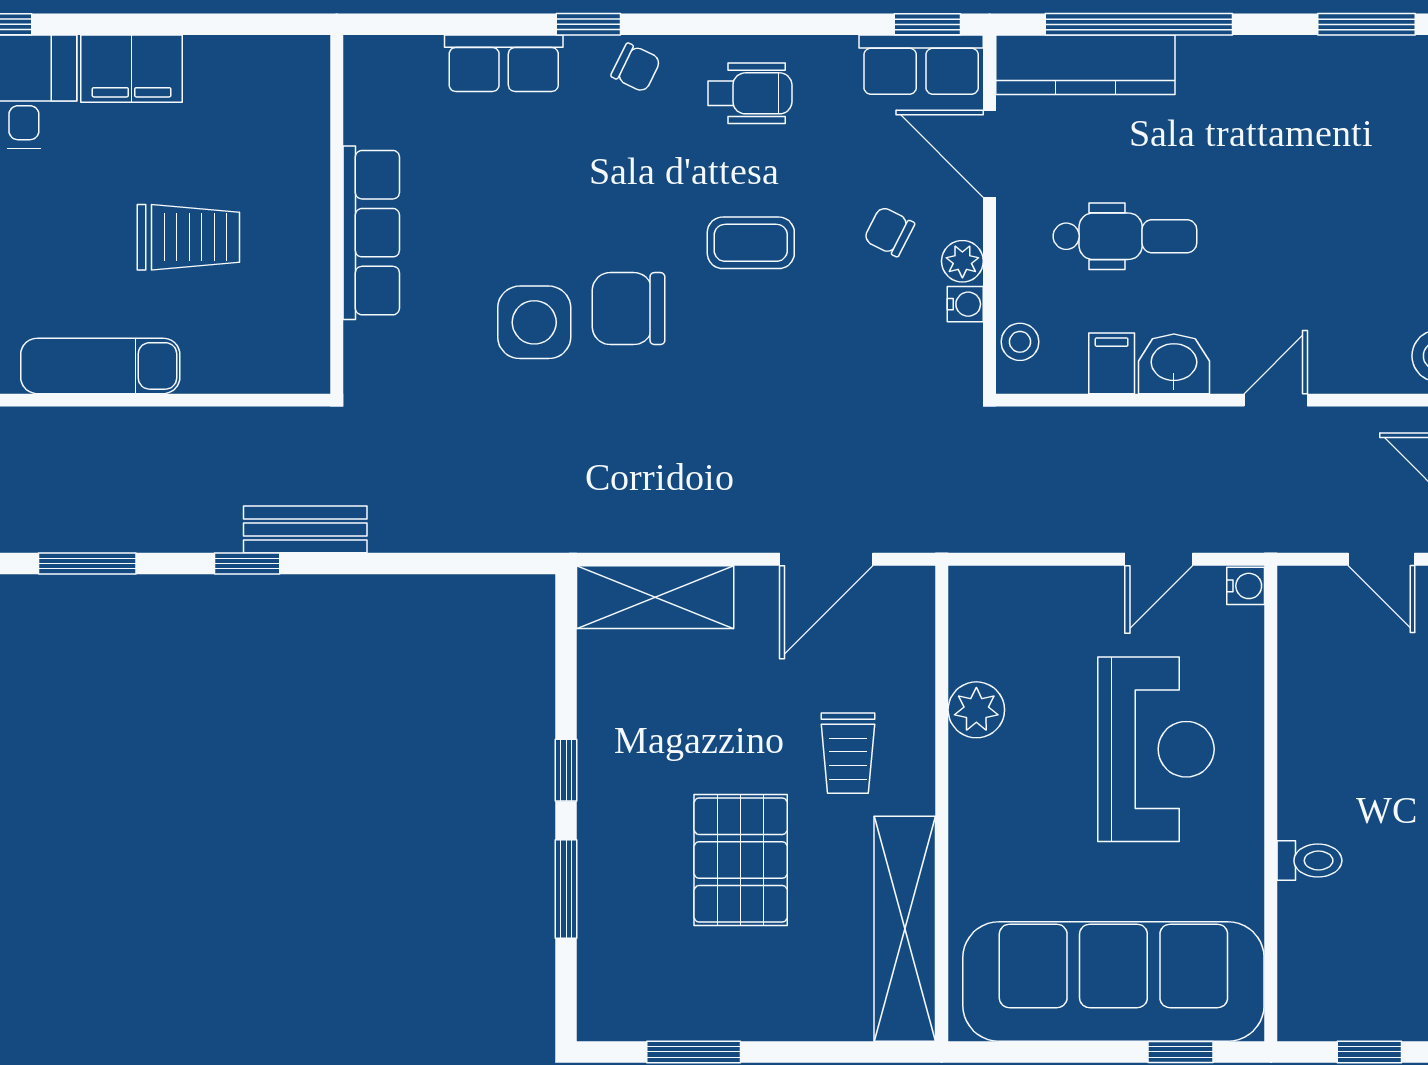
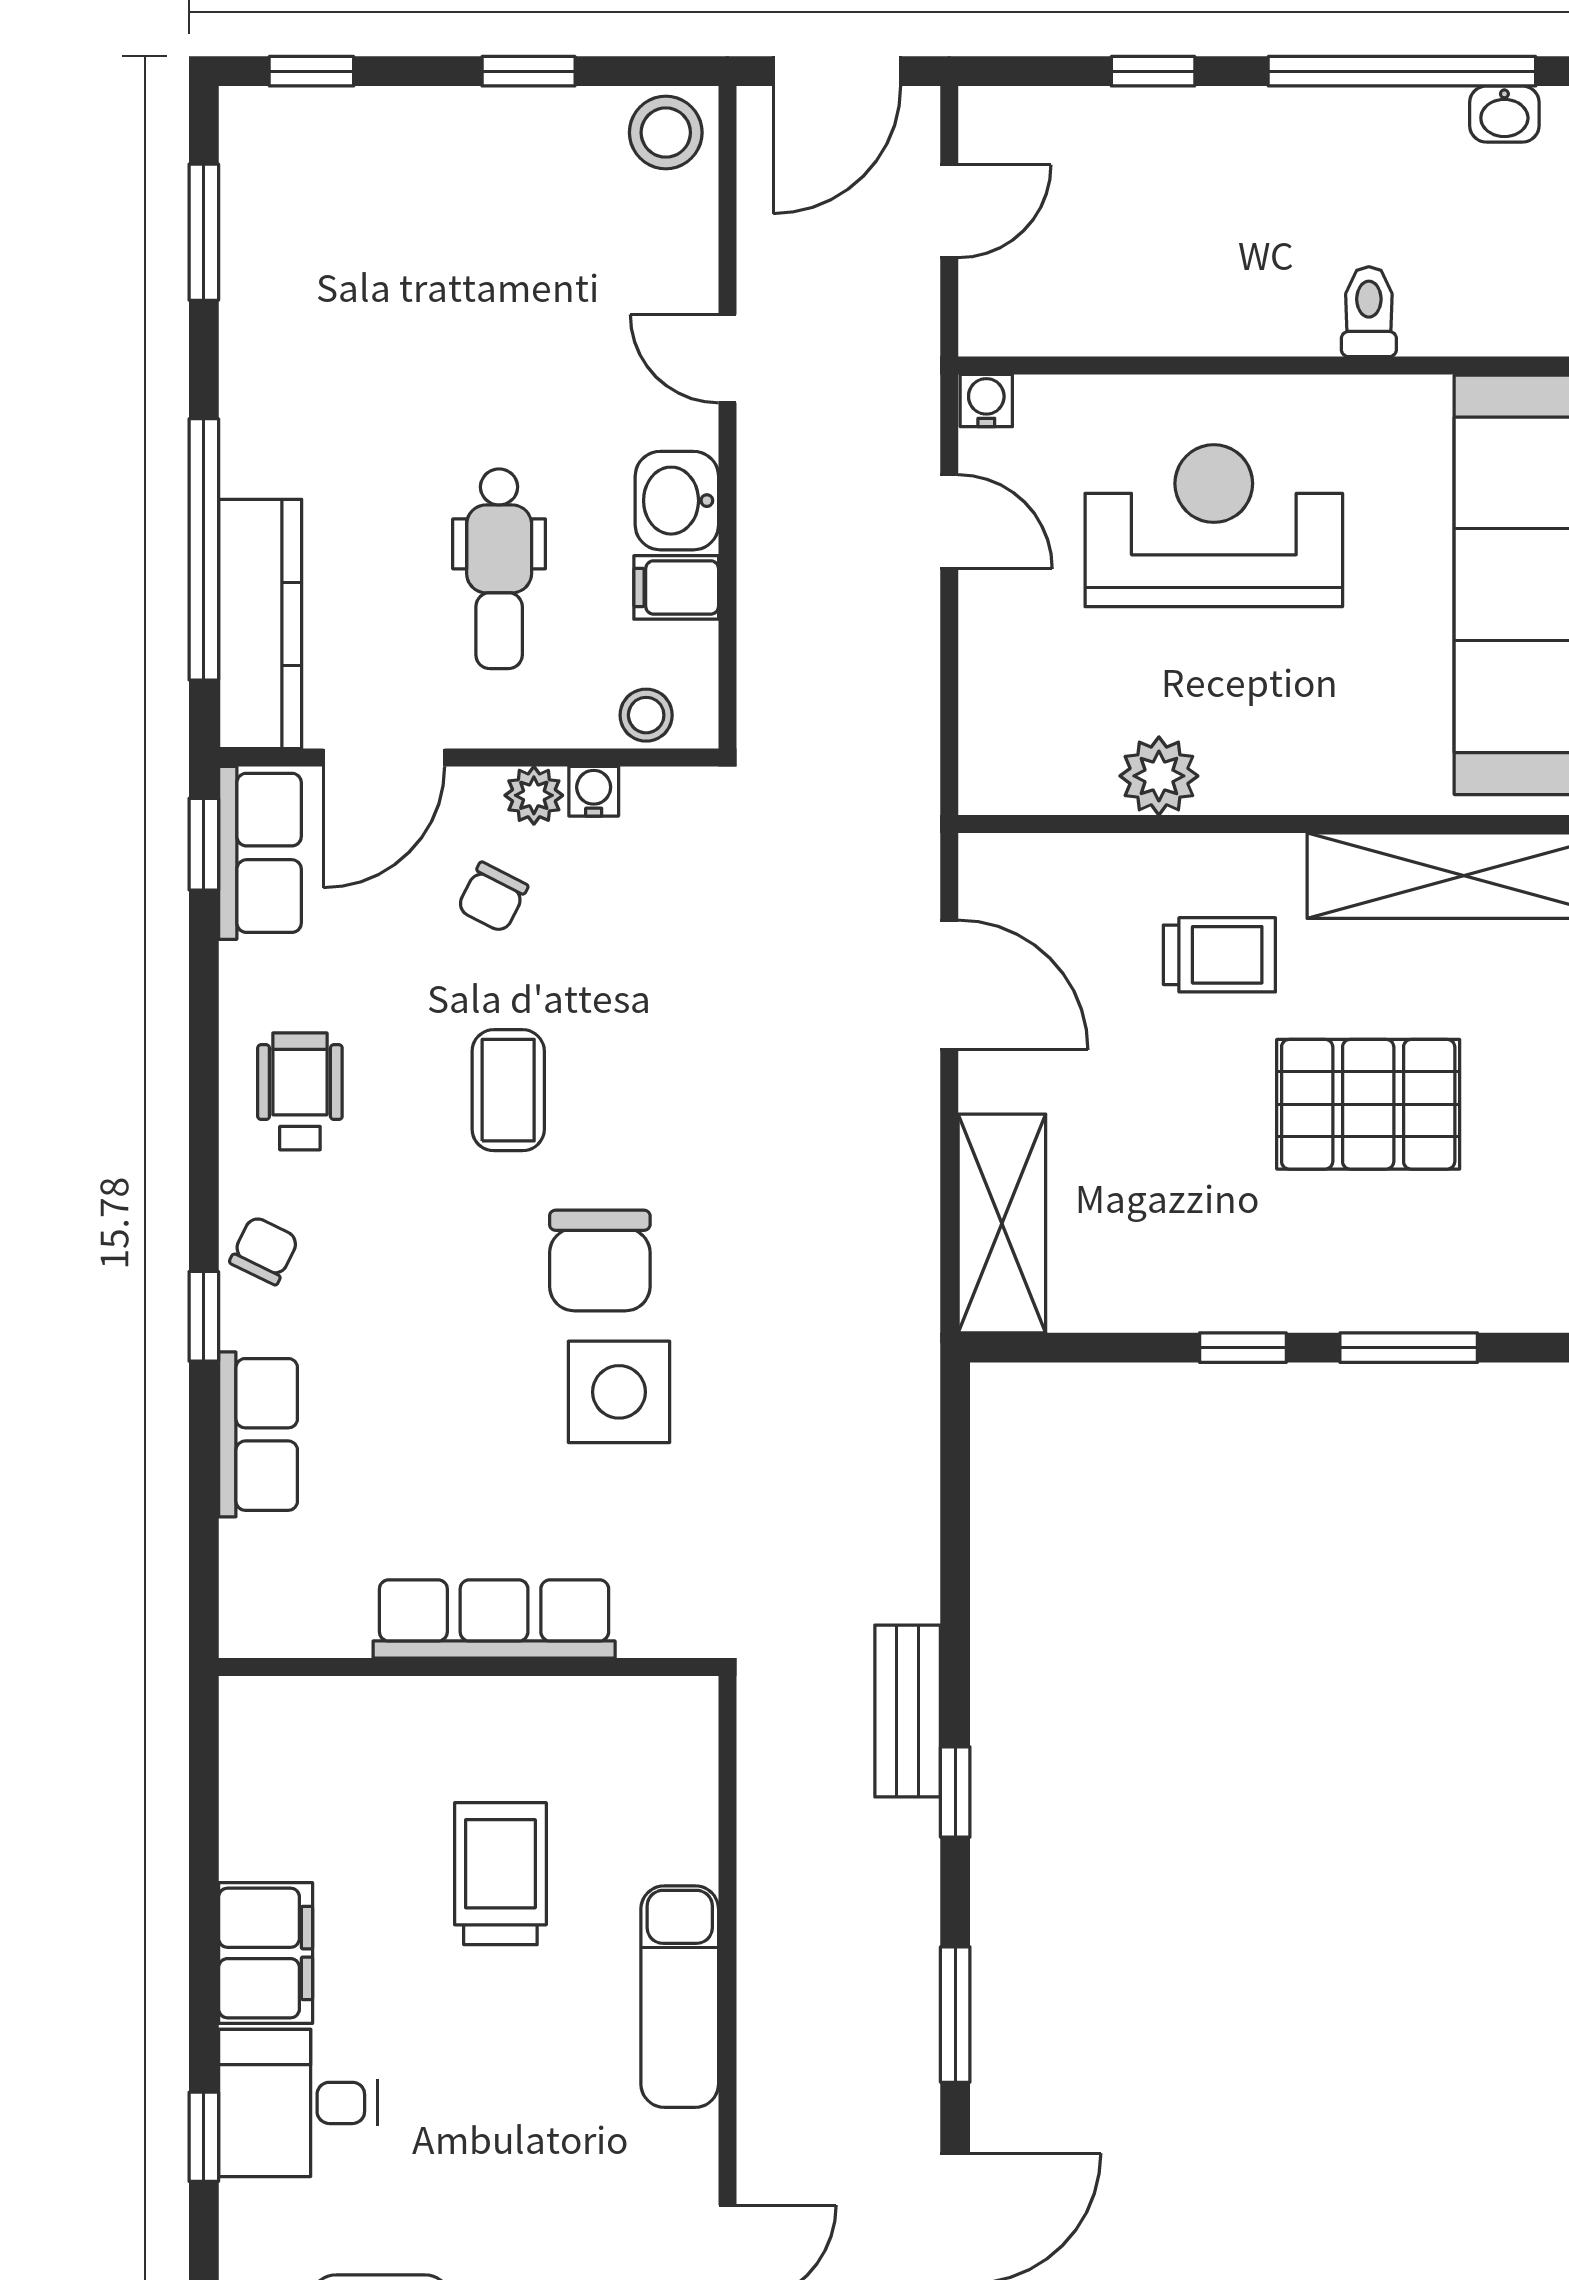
dental chair: (1125, 236) -> (499, 569), turned 180

